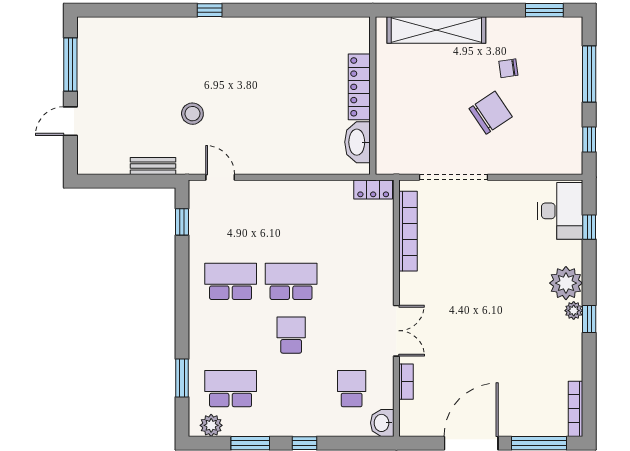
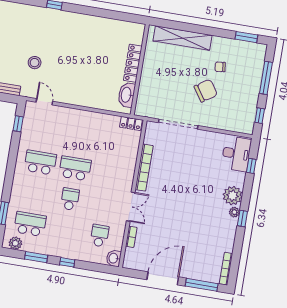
bookcase: (408, 231) -> (144, 168), moved

